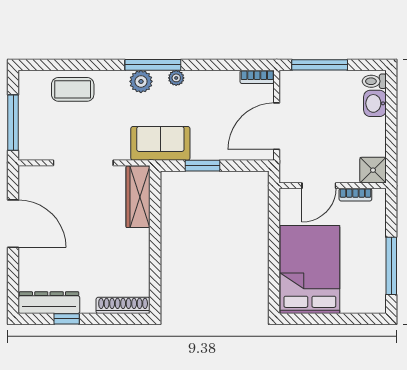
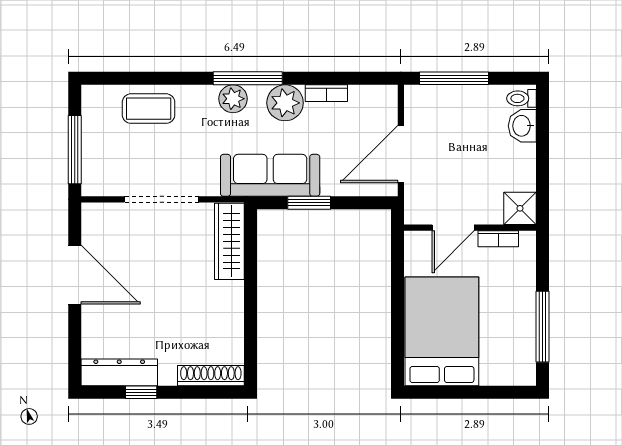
bookcase: (257, 77) -> (326, 93), moved
plant: (176, 78) -> (285, 103), width x1.87, depth x1.87
sofa: (160, 143) -> (270, 175), width x1.36

